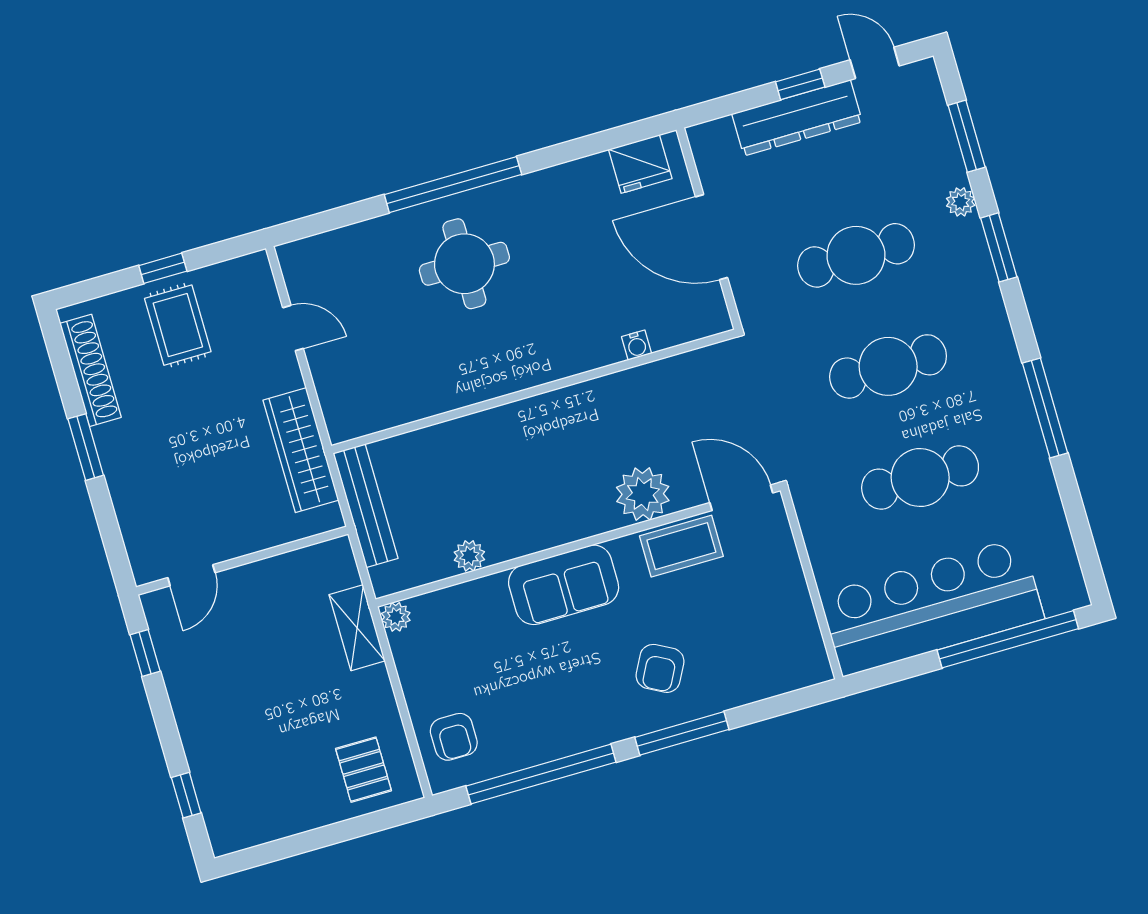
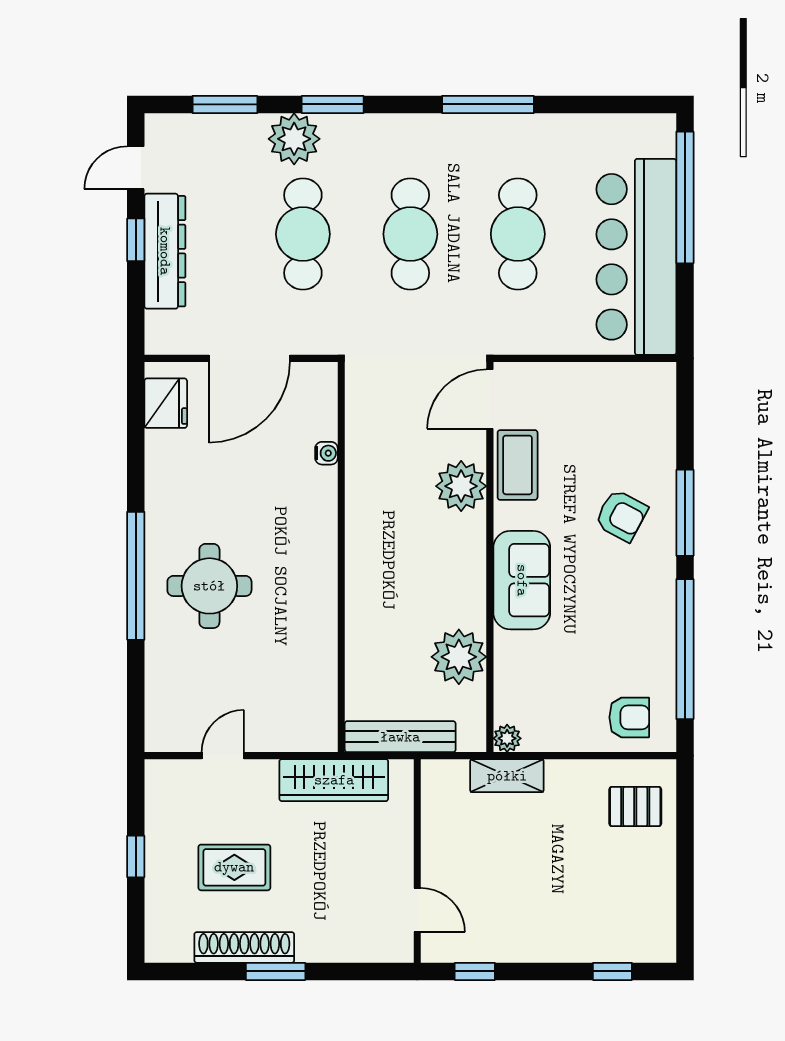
plant: (961, 202) -> (294, 139), width x1.88, depth x1.88
rug: (178, 325) -> (234, 867), moved
shoe rack: (90, 370) -> (244, 947), moved
plant: (469, 556) -> (459, 657), width x1.88, depth x1.88

